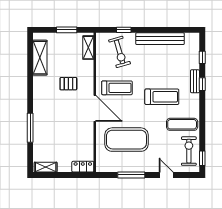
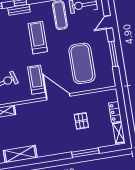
pallet: (68, 84) -> (81, 121), moved
door: (95, 108) -> (58, 97), hinge flipped
locker: (83, 167) -> (115, 112), moved

